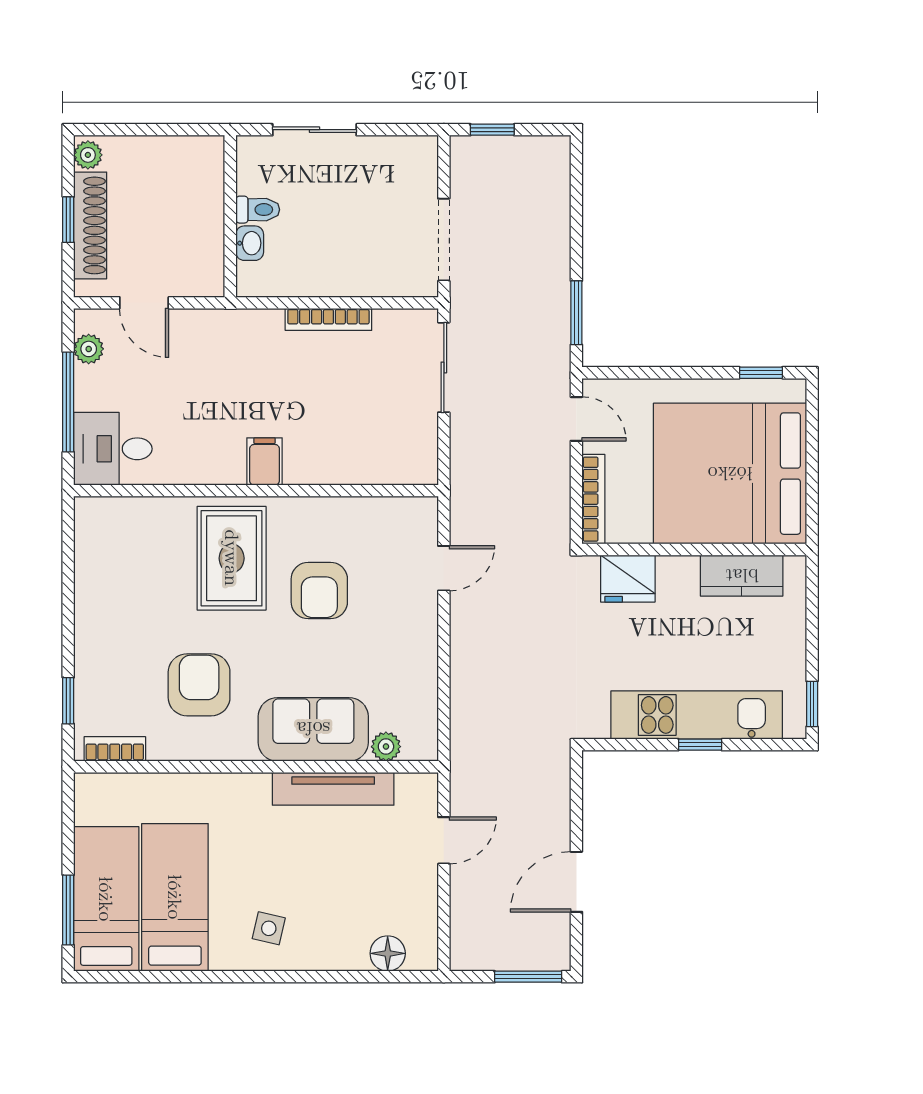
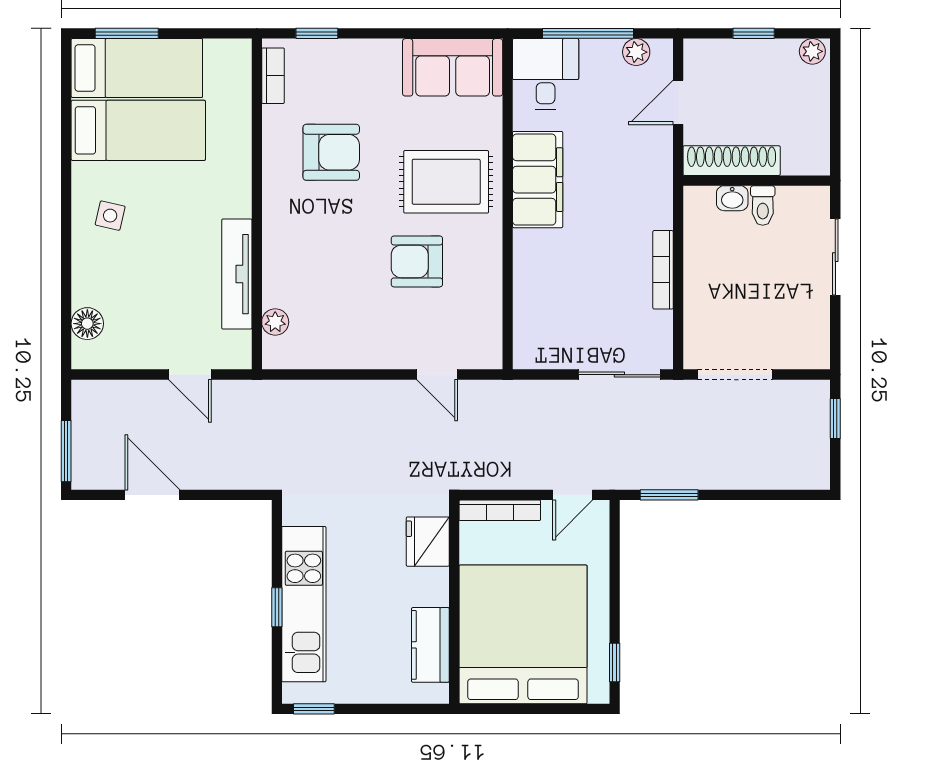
shoe rack: (90, 225) -> (732, 161), moved, turned 180
filing cabinet: (265, 461) -> (538, 180), width x3.00, depth x1.17
sofa: (313, 729) -> (453, 67), moved, turned 90

